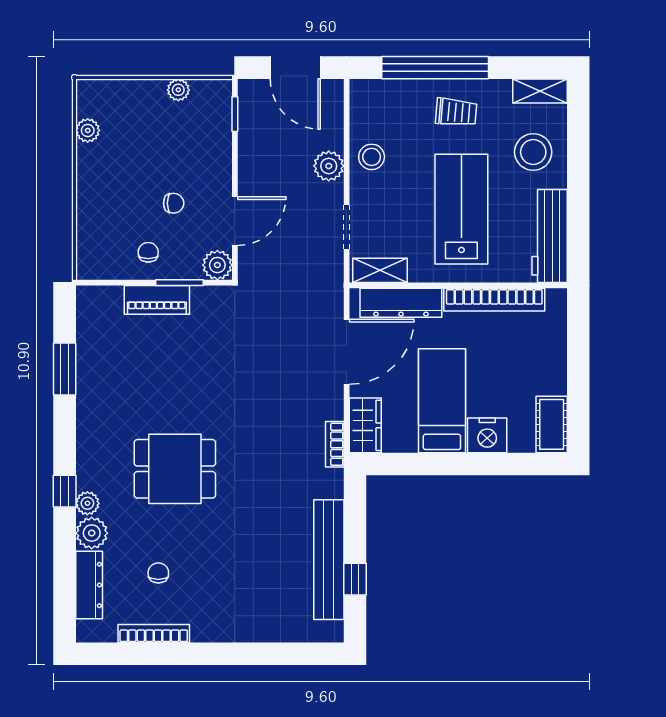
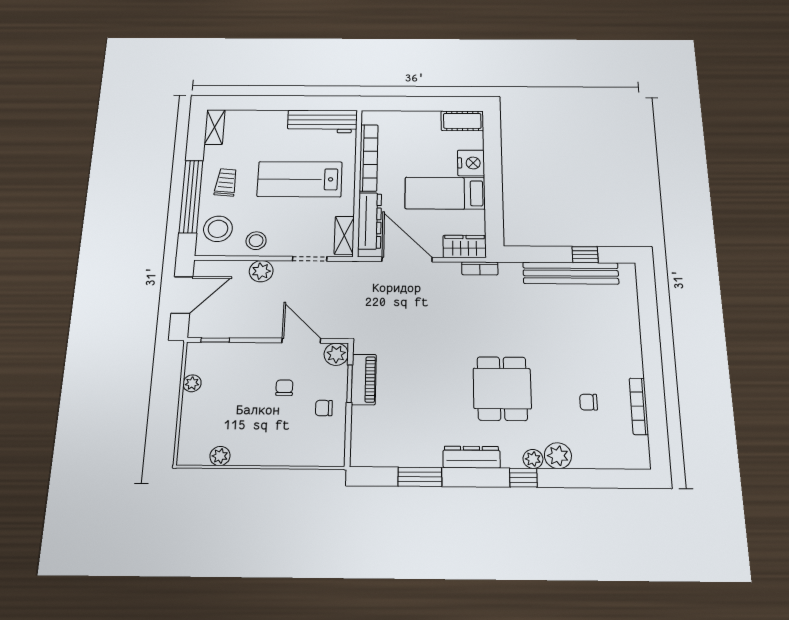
stool: (533, 152) -> (218, 229), moved
piano: (157, 300) -> (364, 379), moved
dresser: (89, 585) -> (472, 457), moved

